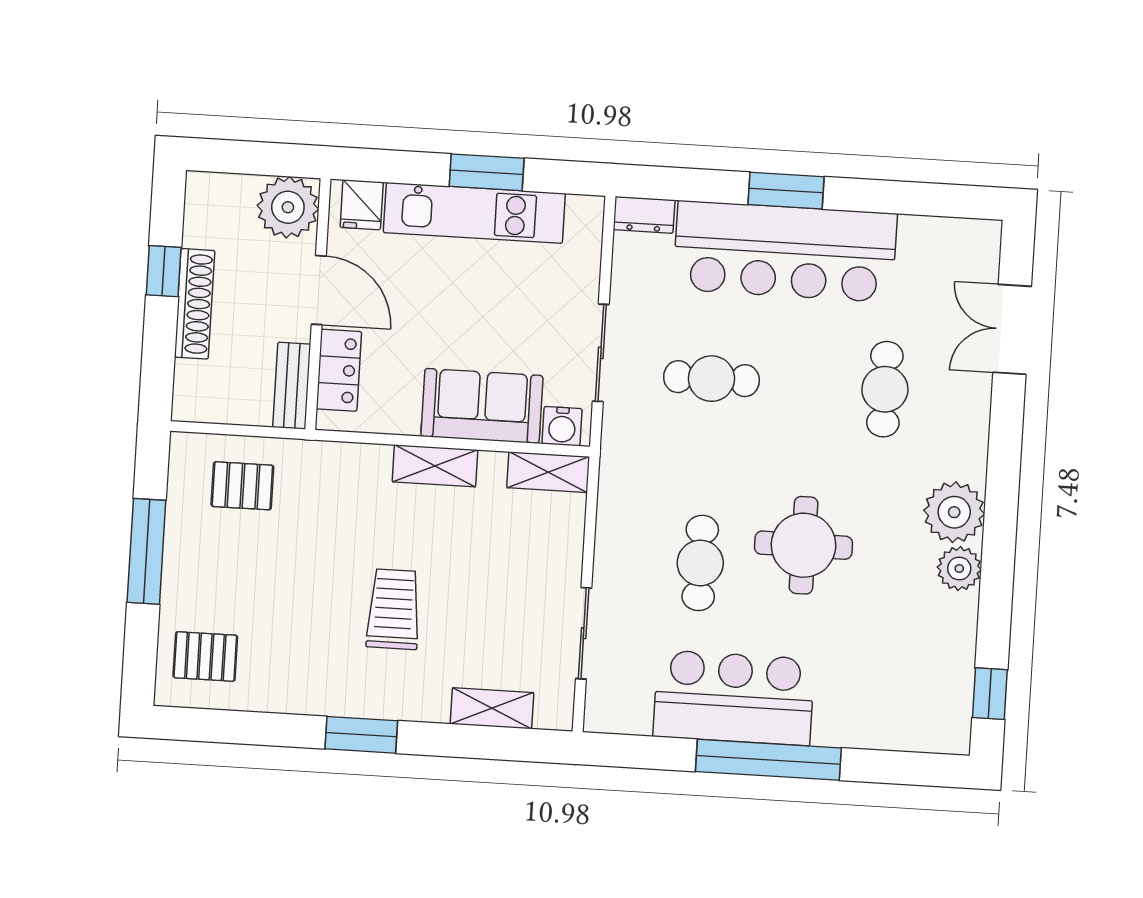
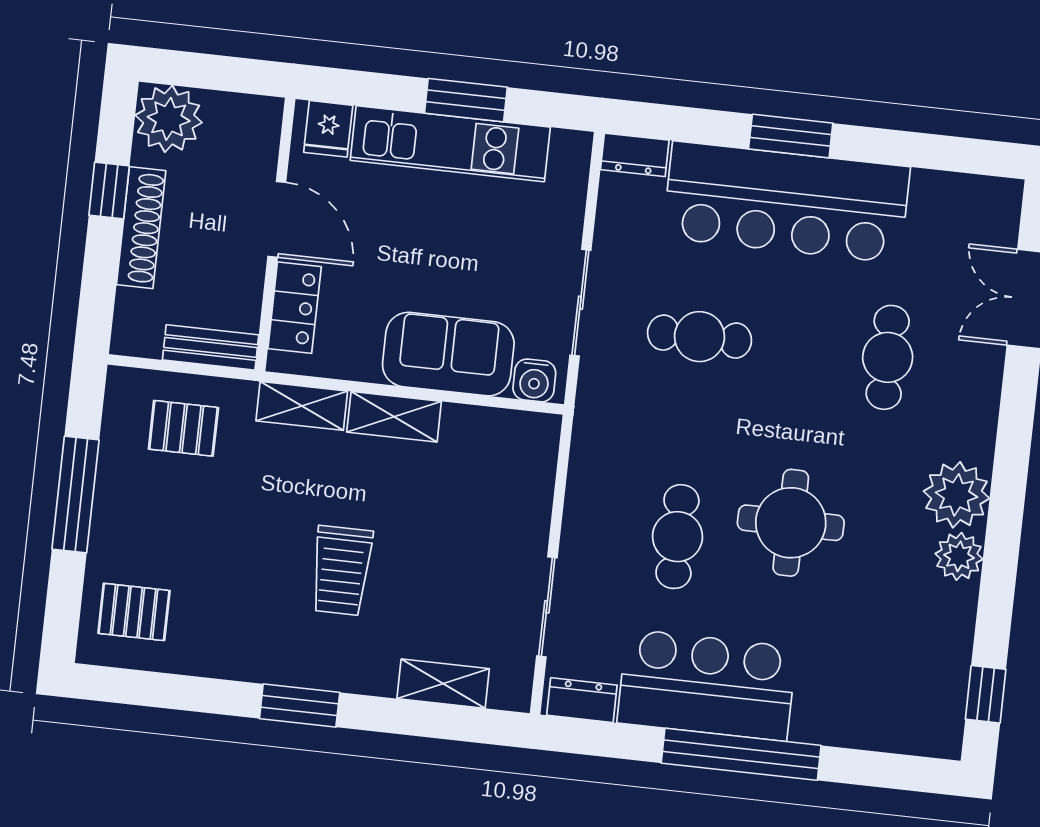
plant: (288, 207) -> (169, 119), moved
bench: (292, 386) -> (211, 347), moved, turned 90
shelving: (548, 472) -> (302, 406), moved
trolley: (394, 609) -> (341, 571), turned 180
dresser: (620, 717) -> (582, 700), added

